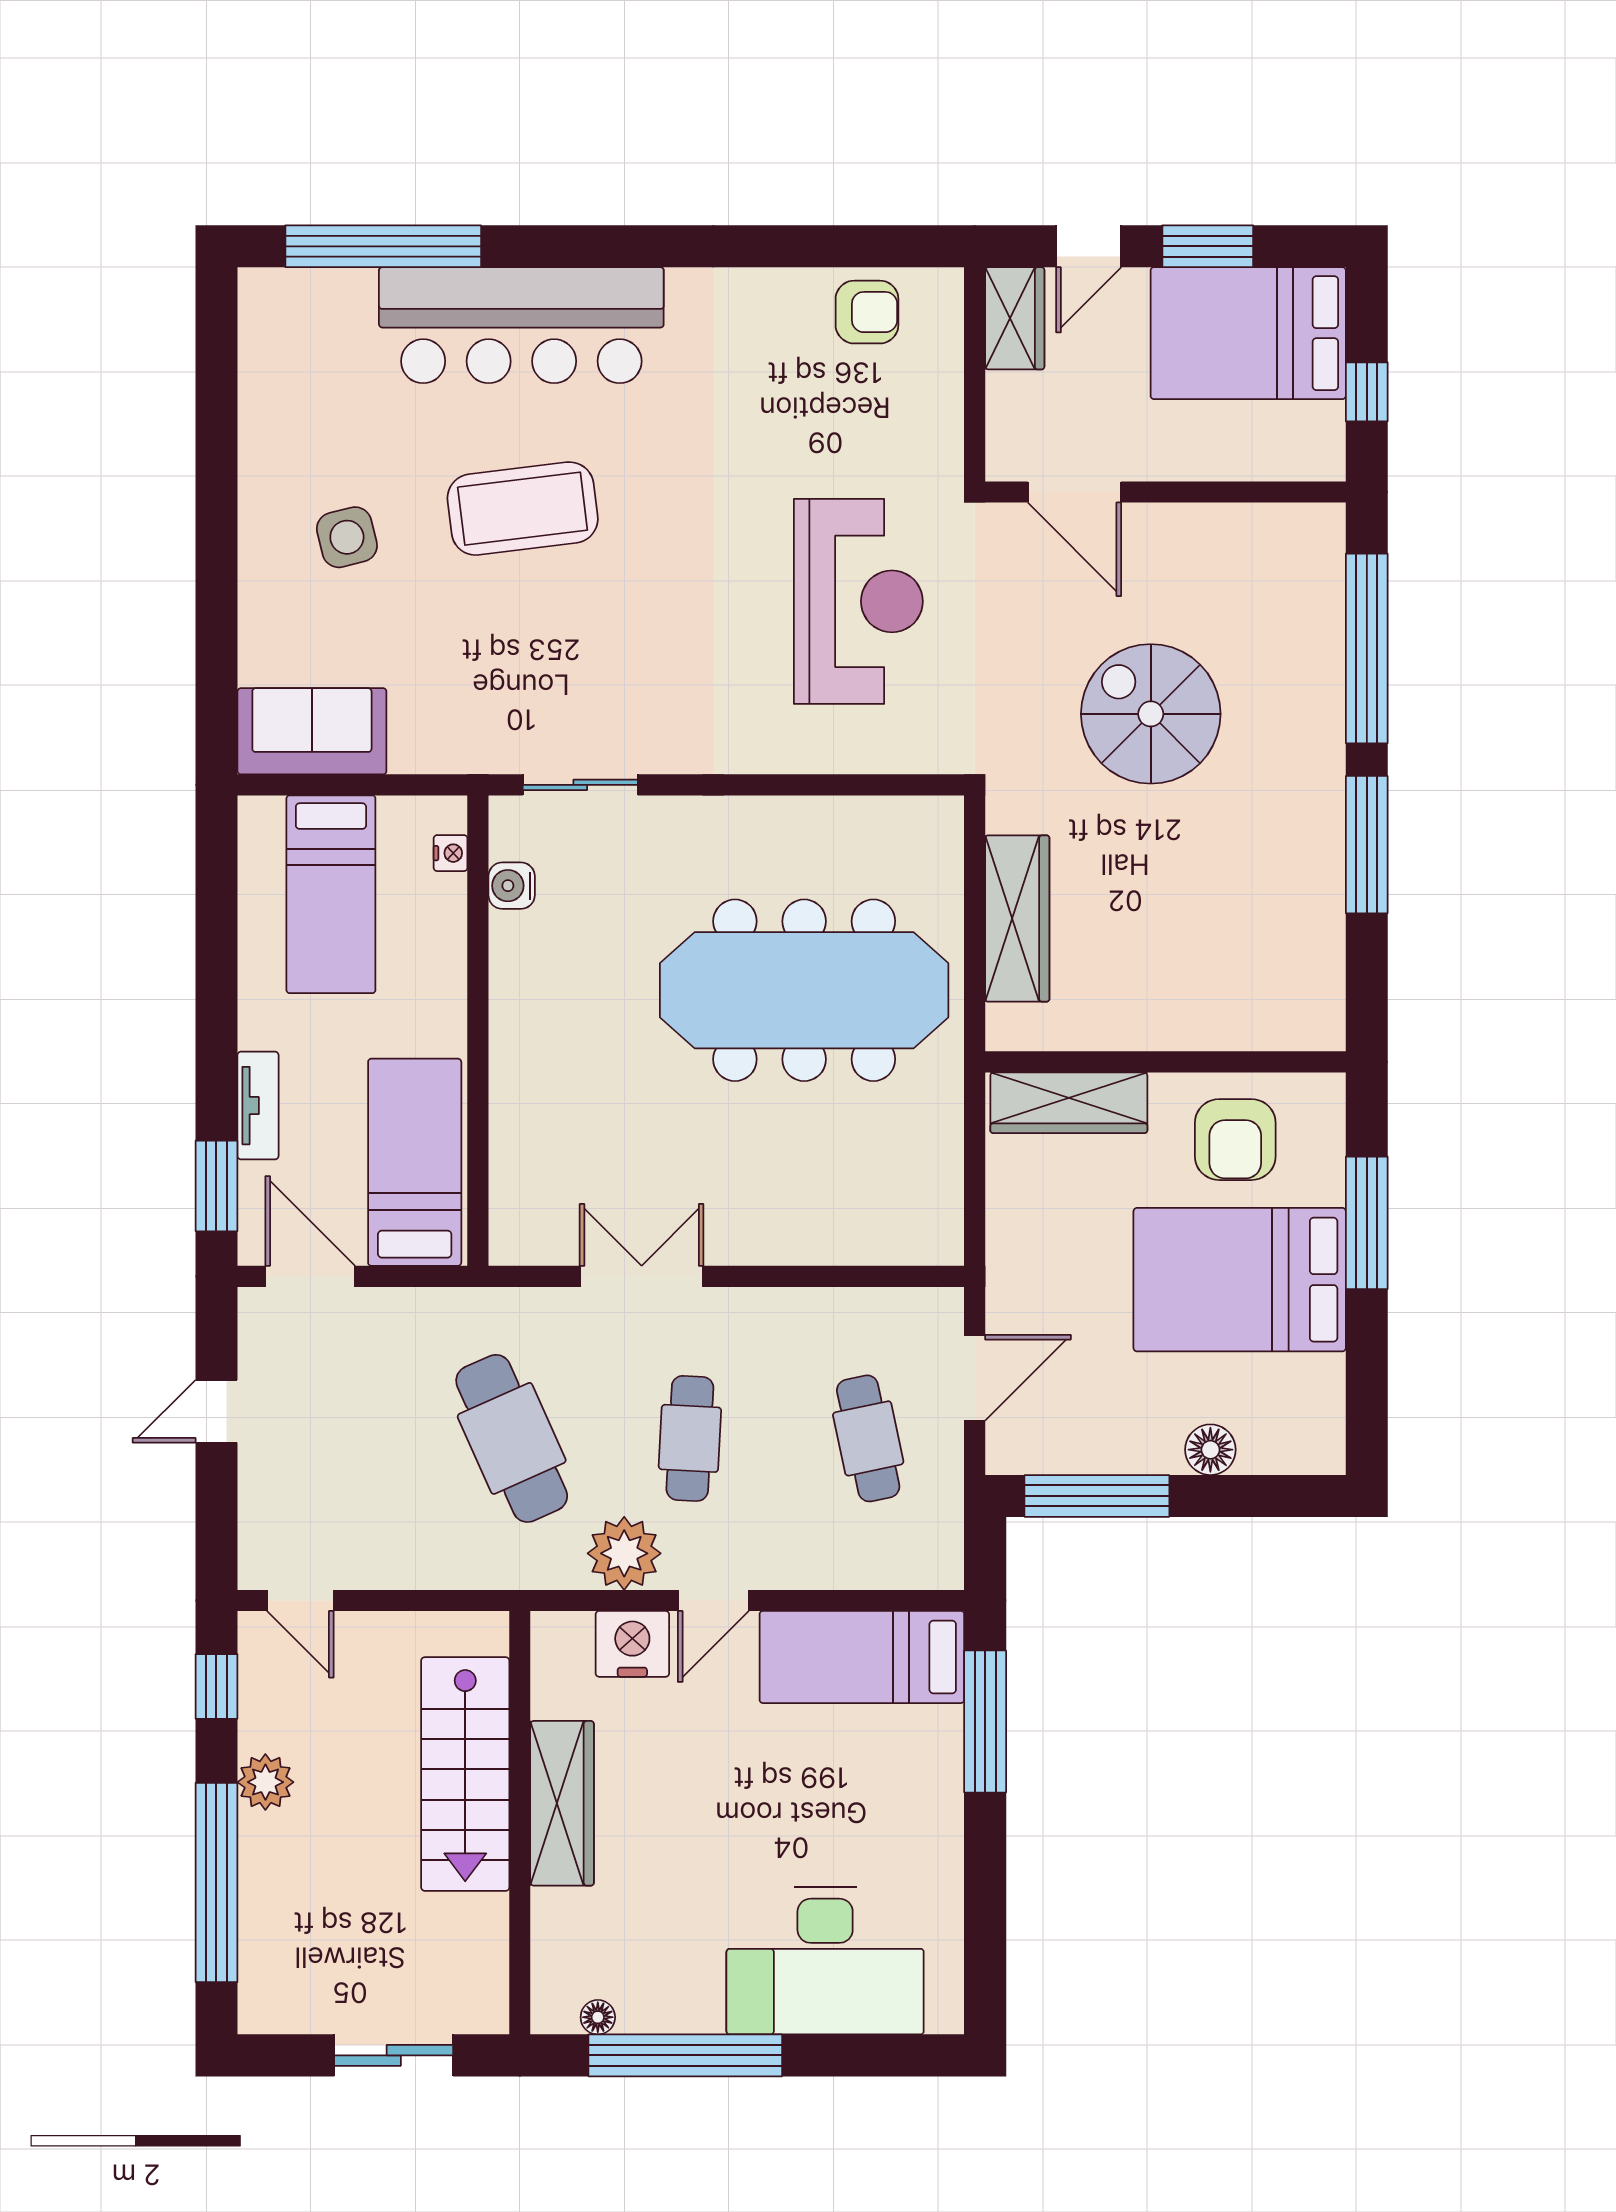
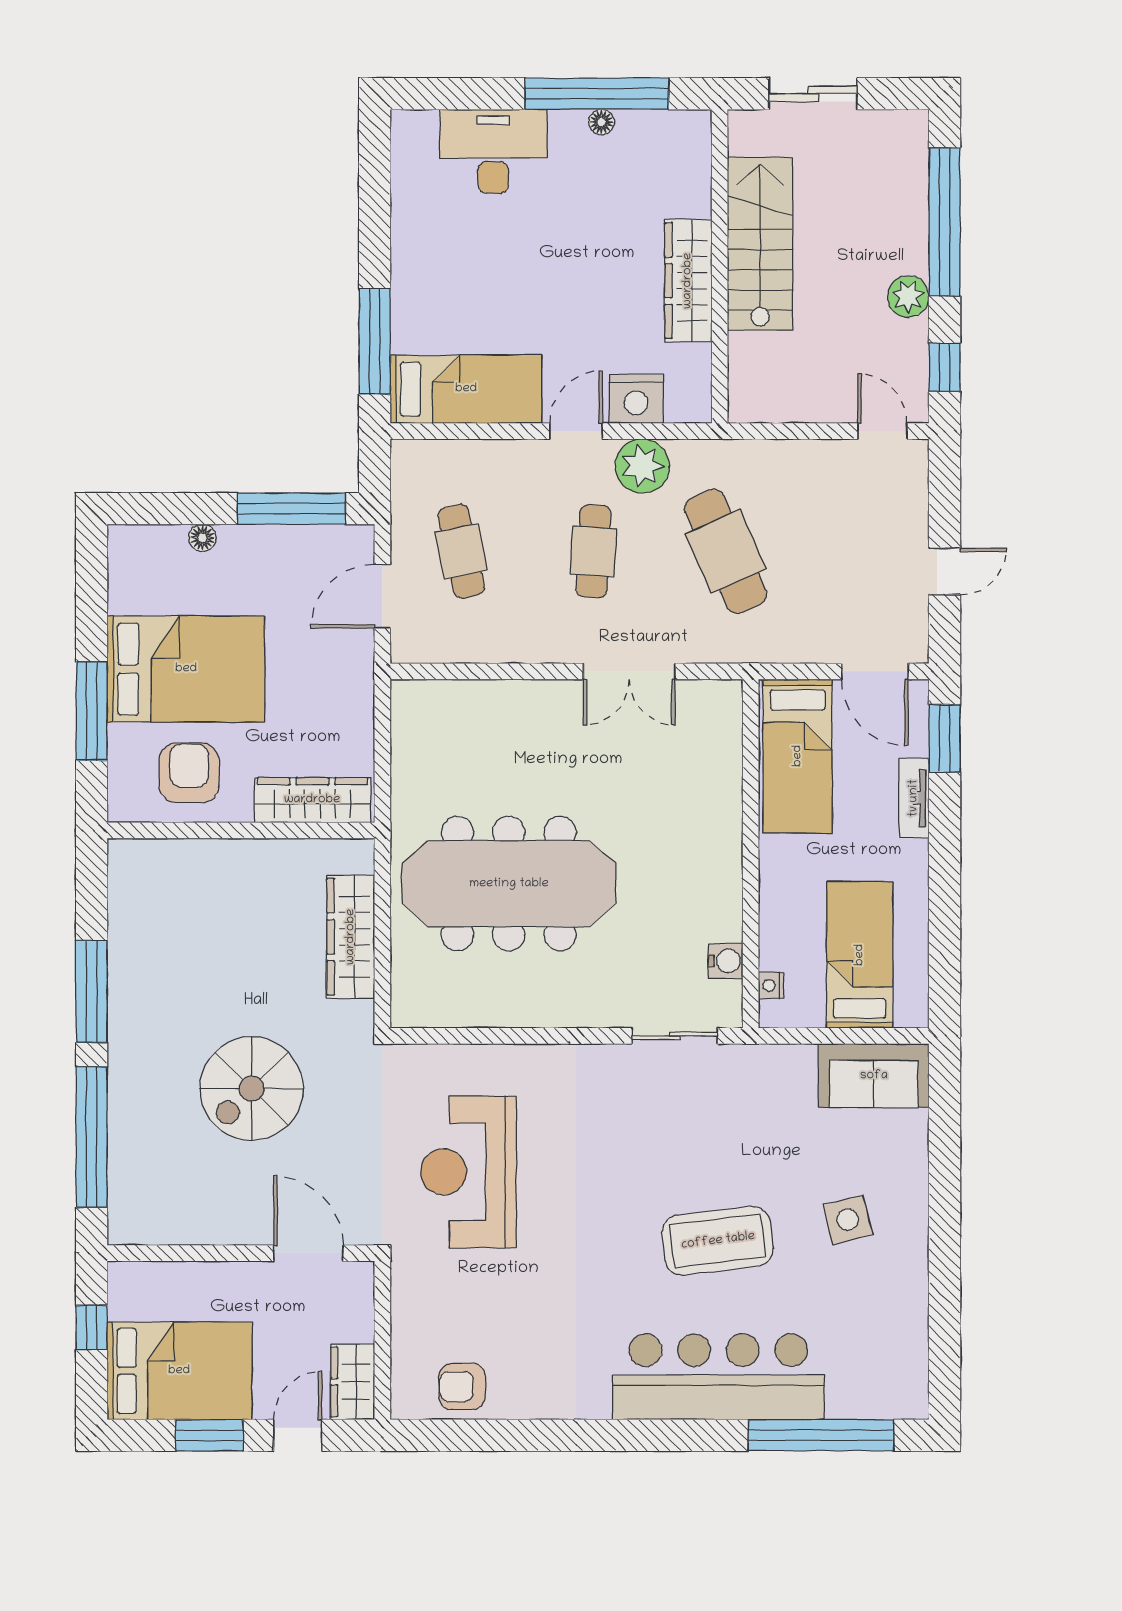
spiral stairs: (1151, 714) -> (252, 1089), turned 90
floor lamp: (1210, 1450) -> (202, 538), width x0.73, depth x0.73
stairs: (465, 1774) -> (760, 244), moved
desk: (825, 1961) -> (493, 151), width x0.73, depth x0.77
floor lamp: (598, 2017) -> (601, 122), moved

